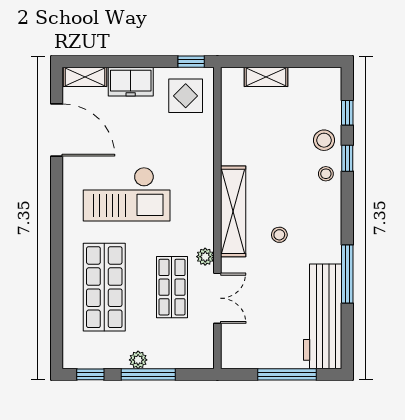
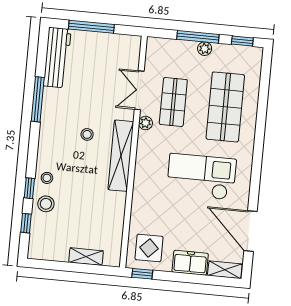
workbench: (323, 316) -> (57, 58), width x0.73, depth x0.76

